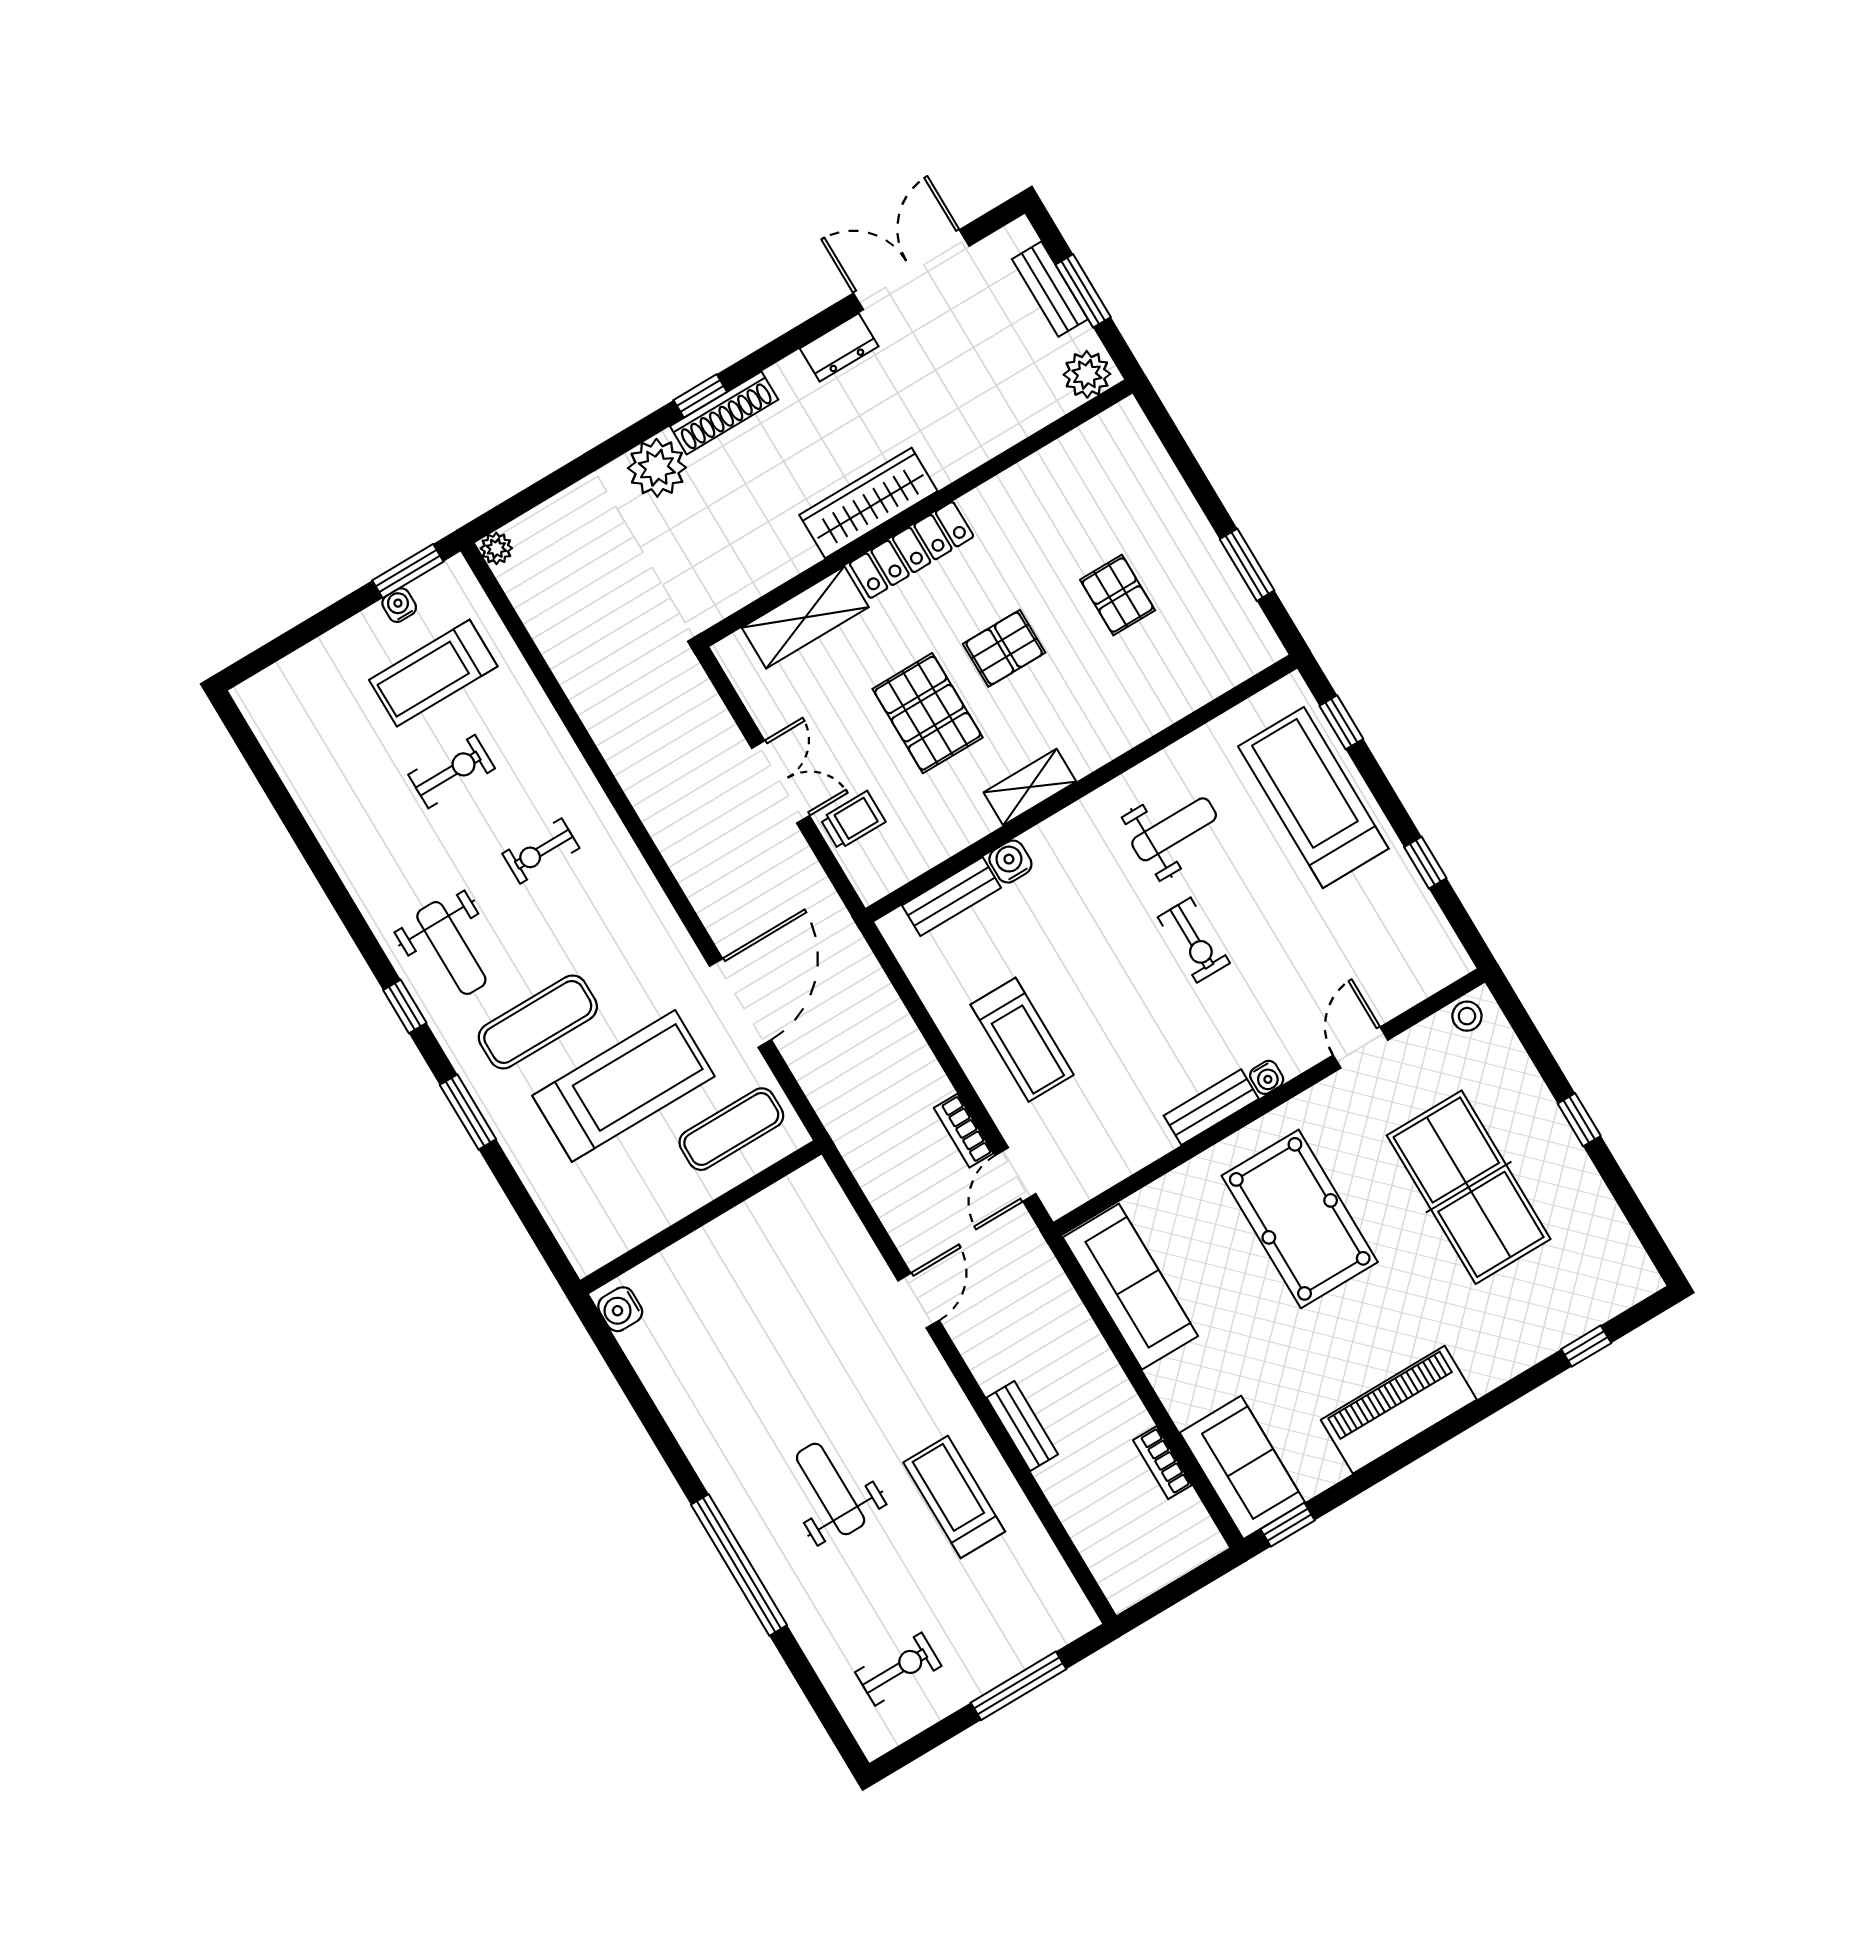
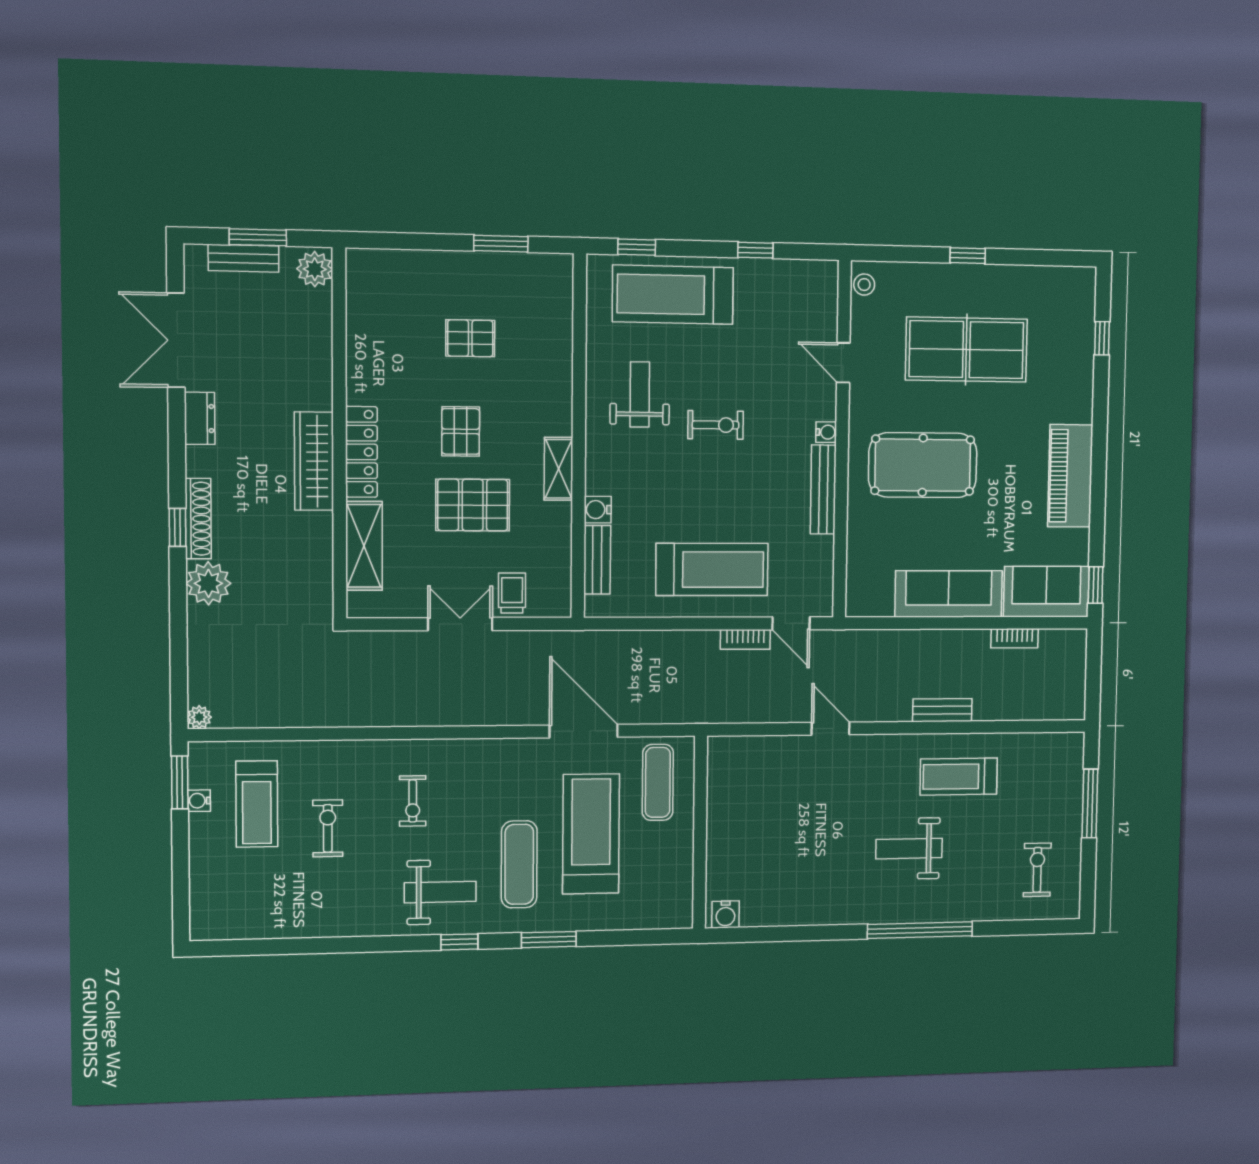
treadmill: (1022, 1040) -> (712, 569), width x1.37, depth x1.38
bench: (1211, 1107) -> (823, 489), width x1.36
sofa: (1130, 1287) -> (949, 594), moved

